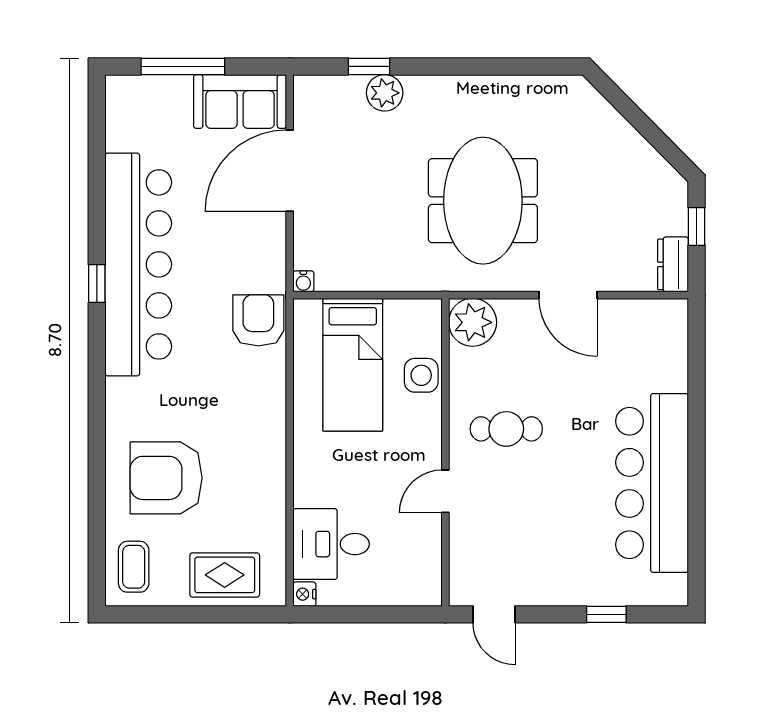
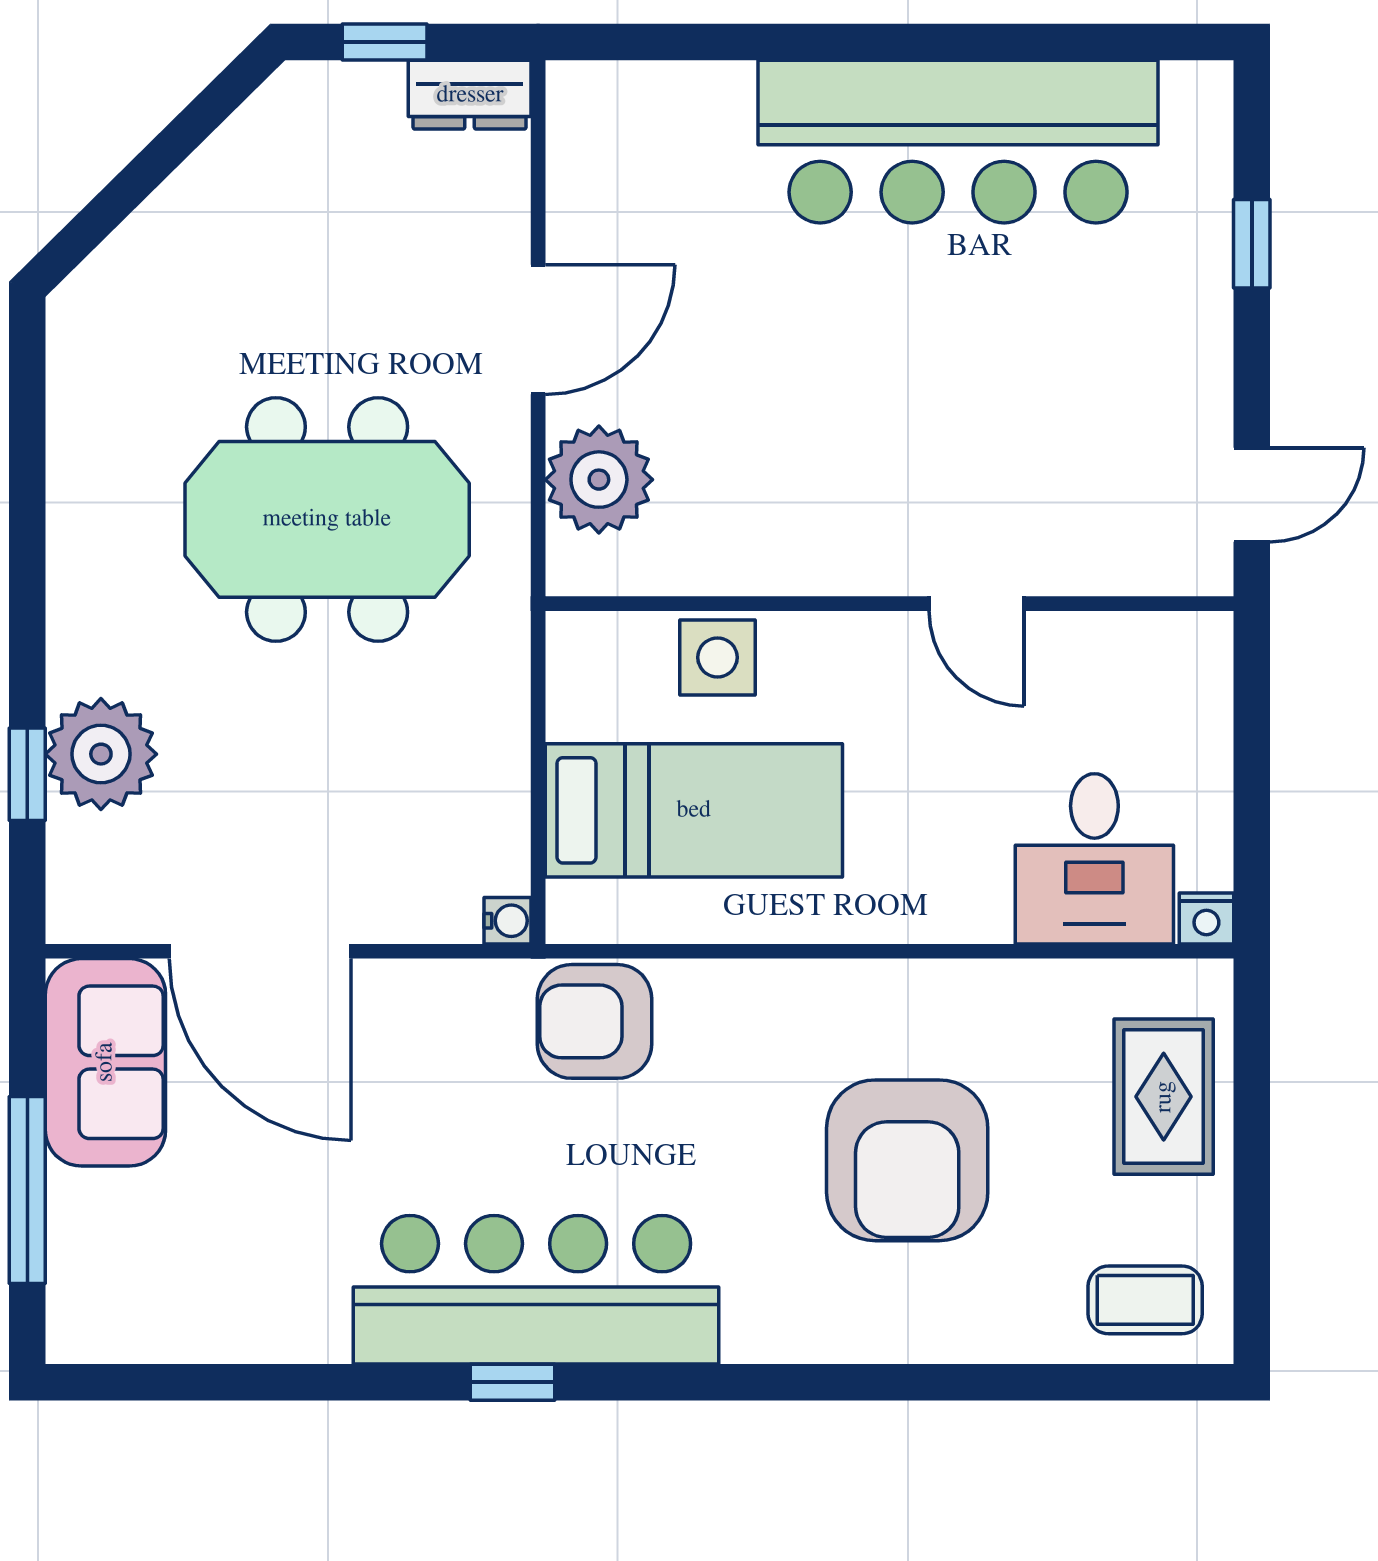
plant: (385, 93) -> (101, 754), width x1.36, depth x1.36
bar counter: (138, 264) -> (536, 1290), width x0.73
plant: (473, 322) -> (599, 480), moved
cafe table: (506, 429) -> (837, 467), removed
armchair: (166, 478) -> (907, 1160), moved

